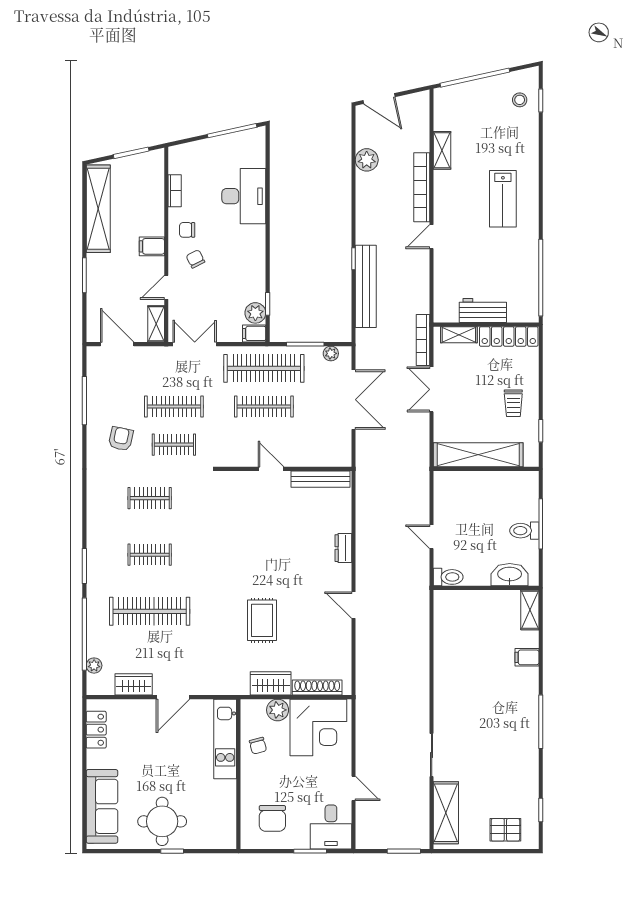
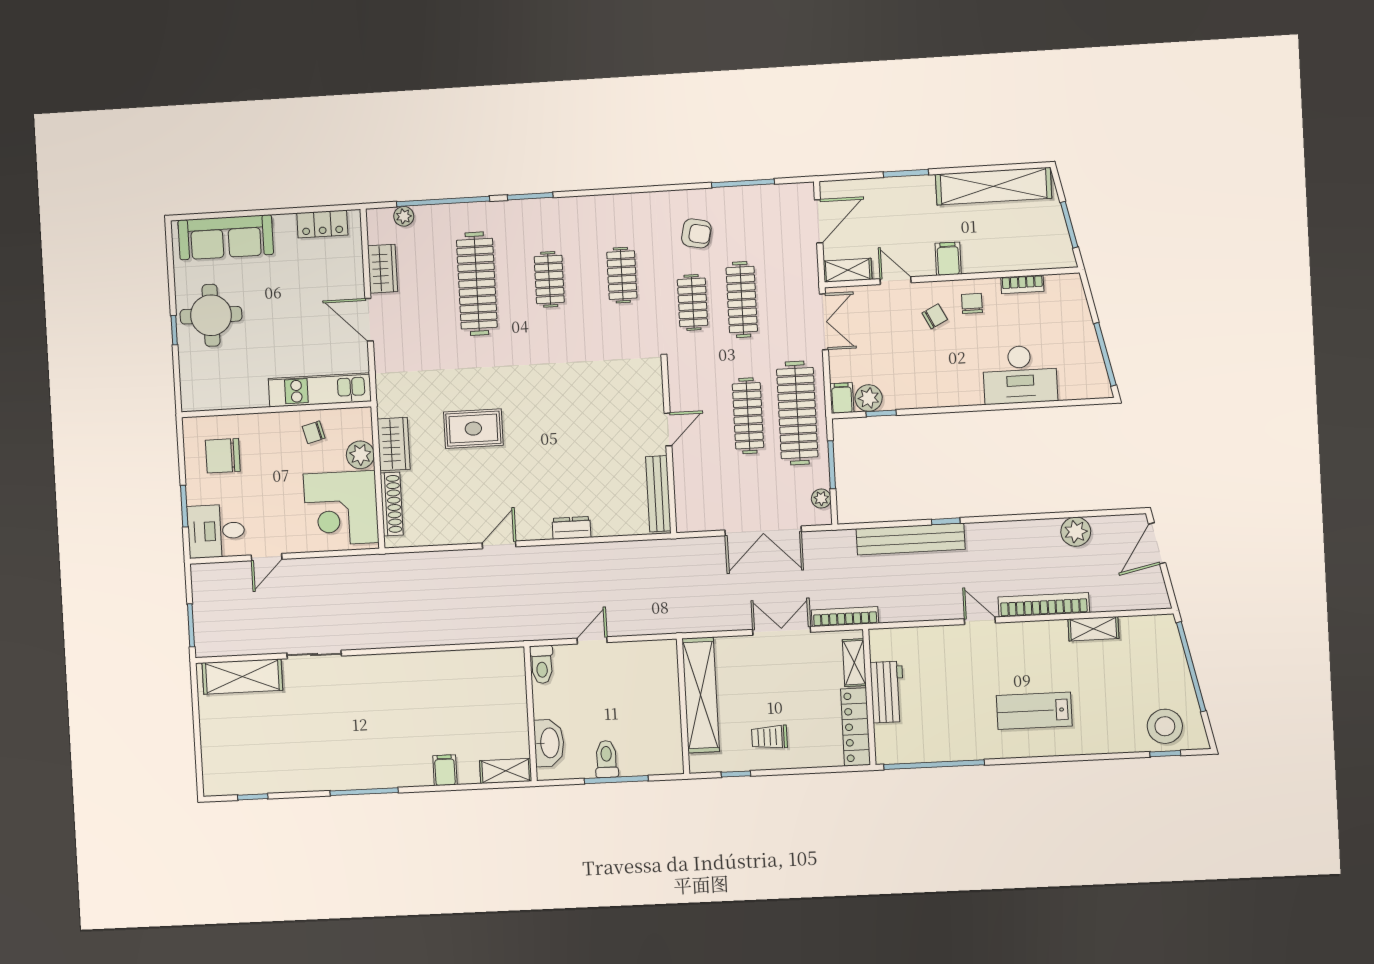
stool: (520, 100) -> (1165, 726), width x1.89, depth x1.89
pallet: (505, 830) -> (225, 753), removed

